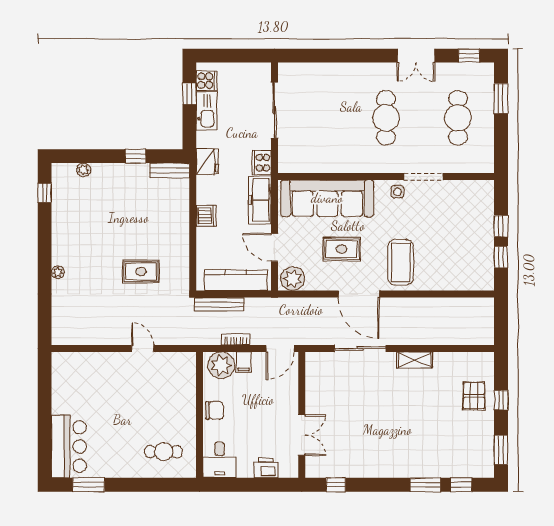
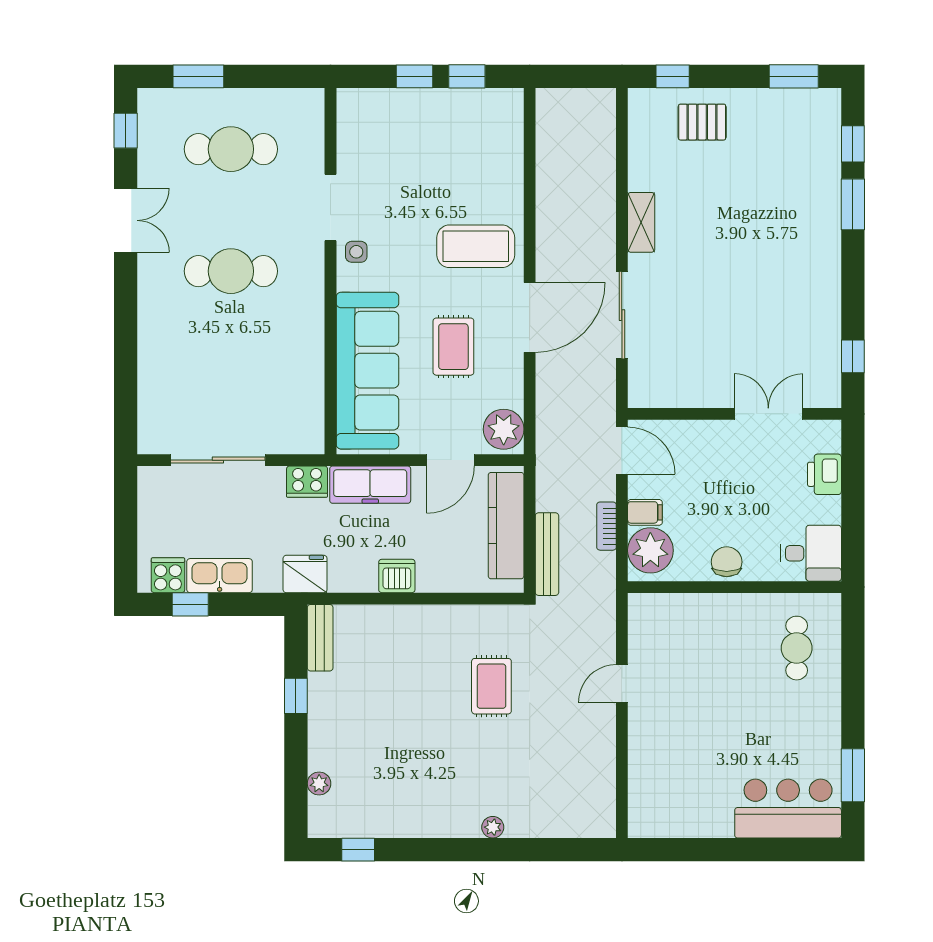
window: (501, 400) -> (673, 76), moved

